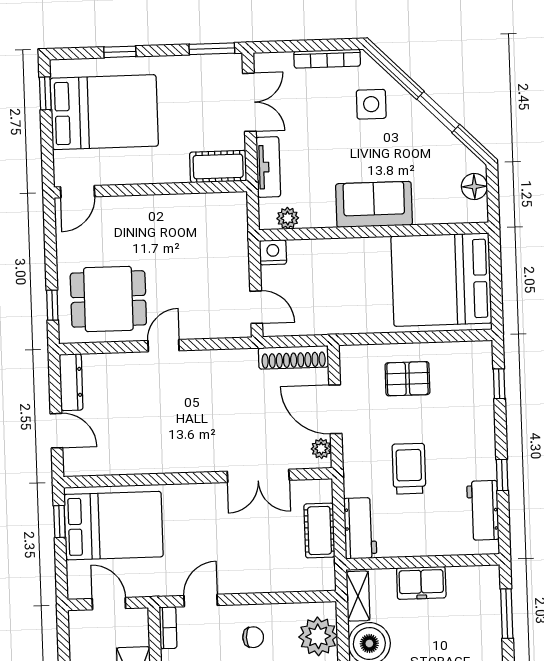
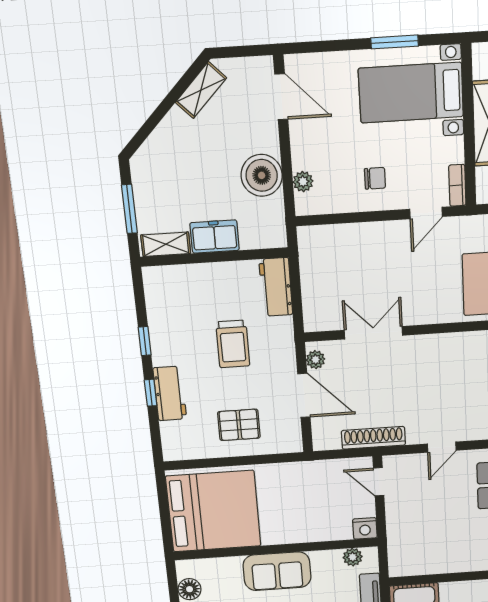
door: (163, 346) -> (442, 447), moved
shoe rack: (294, 357) -> (373, 438), moved
window: (499, 384) -> (151, 393), moved
workbench: (483, 510) -> (170, 393), moved
cot: (319, 531) -> (314, 284), removed
shelving: (358, 596) -> (166, 244), moved, turned 90
plant: (318, 636) -> (303, 182), width x0.53, depth x0.53
chair: (253, 637) -> (375, 178), turned 180

